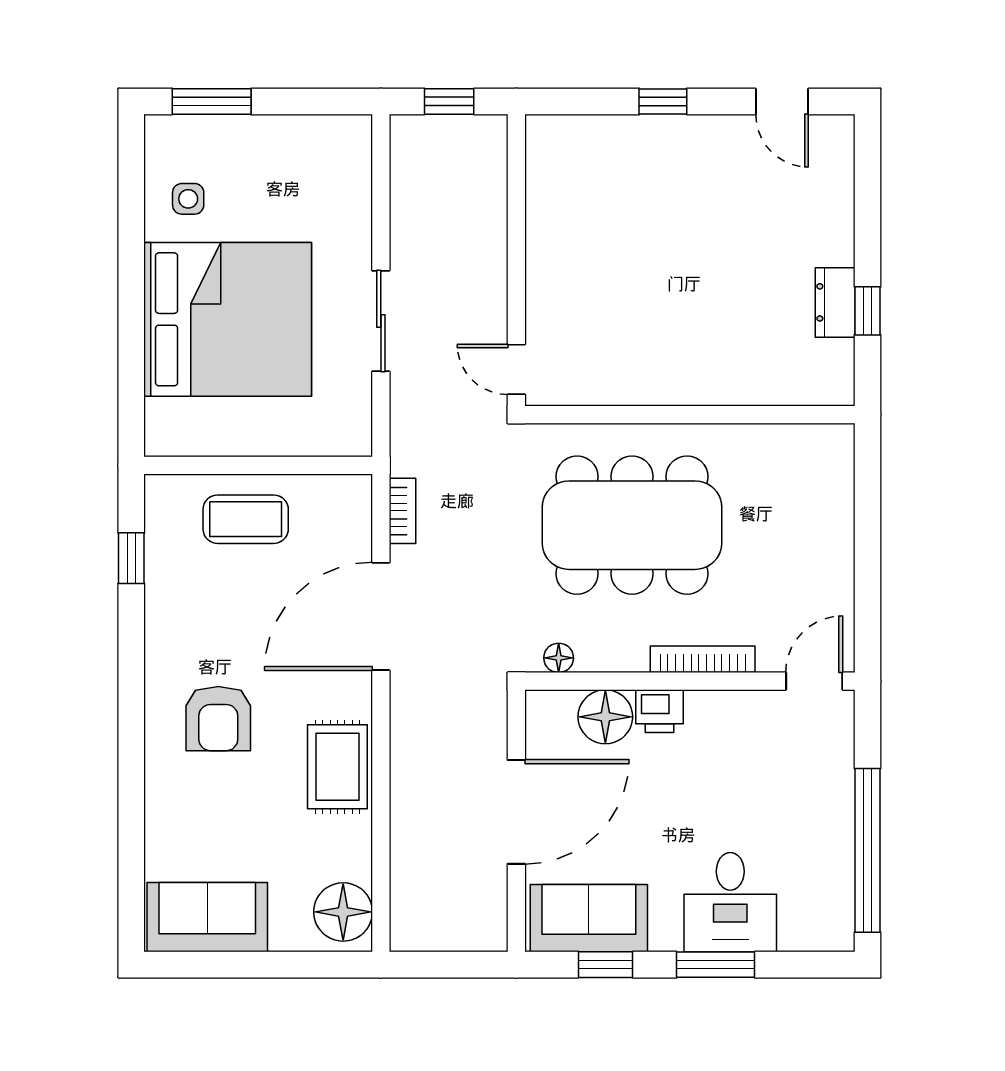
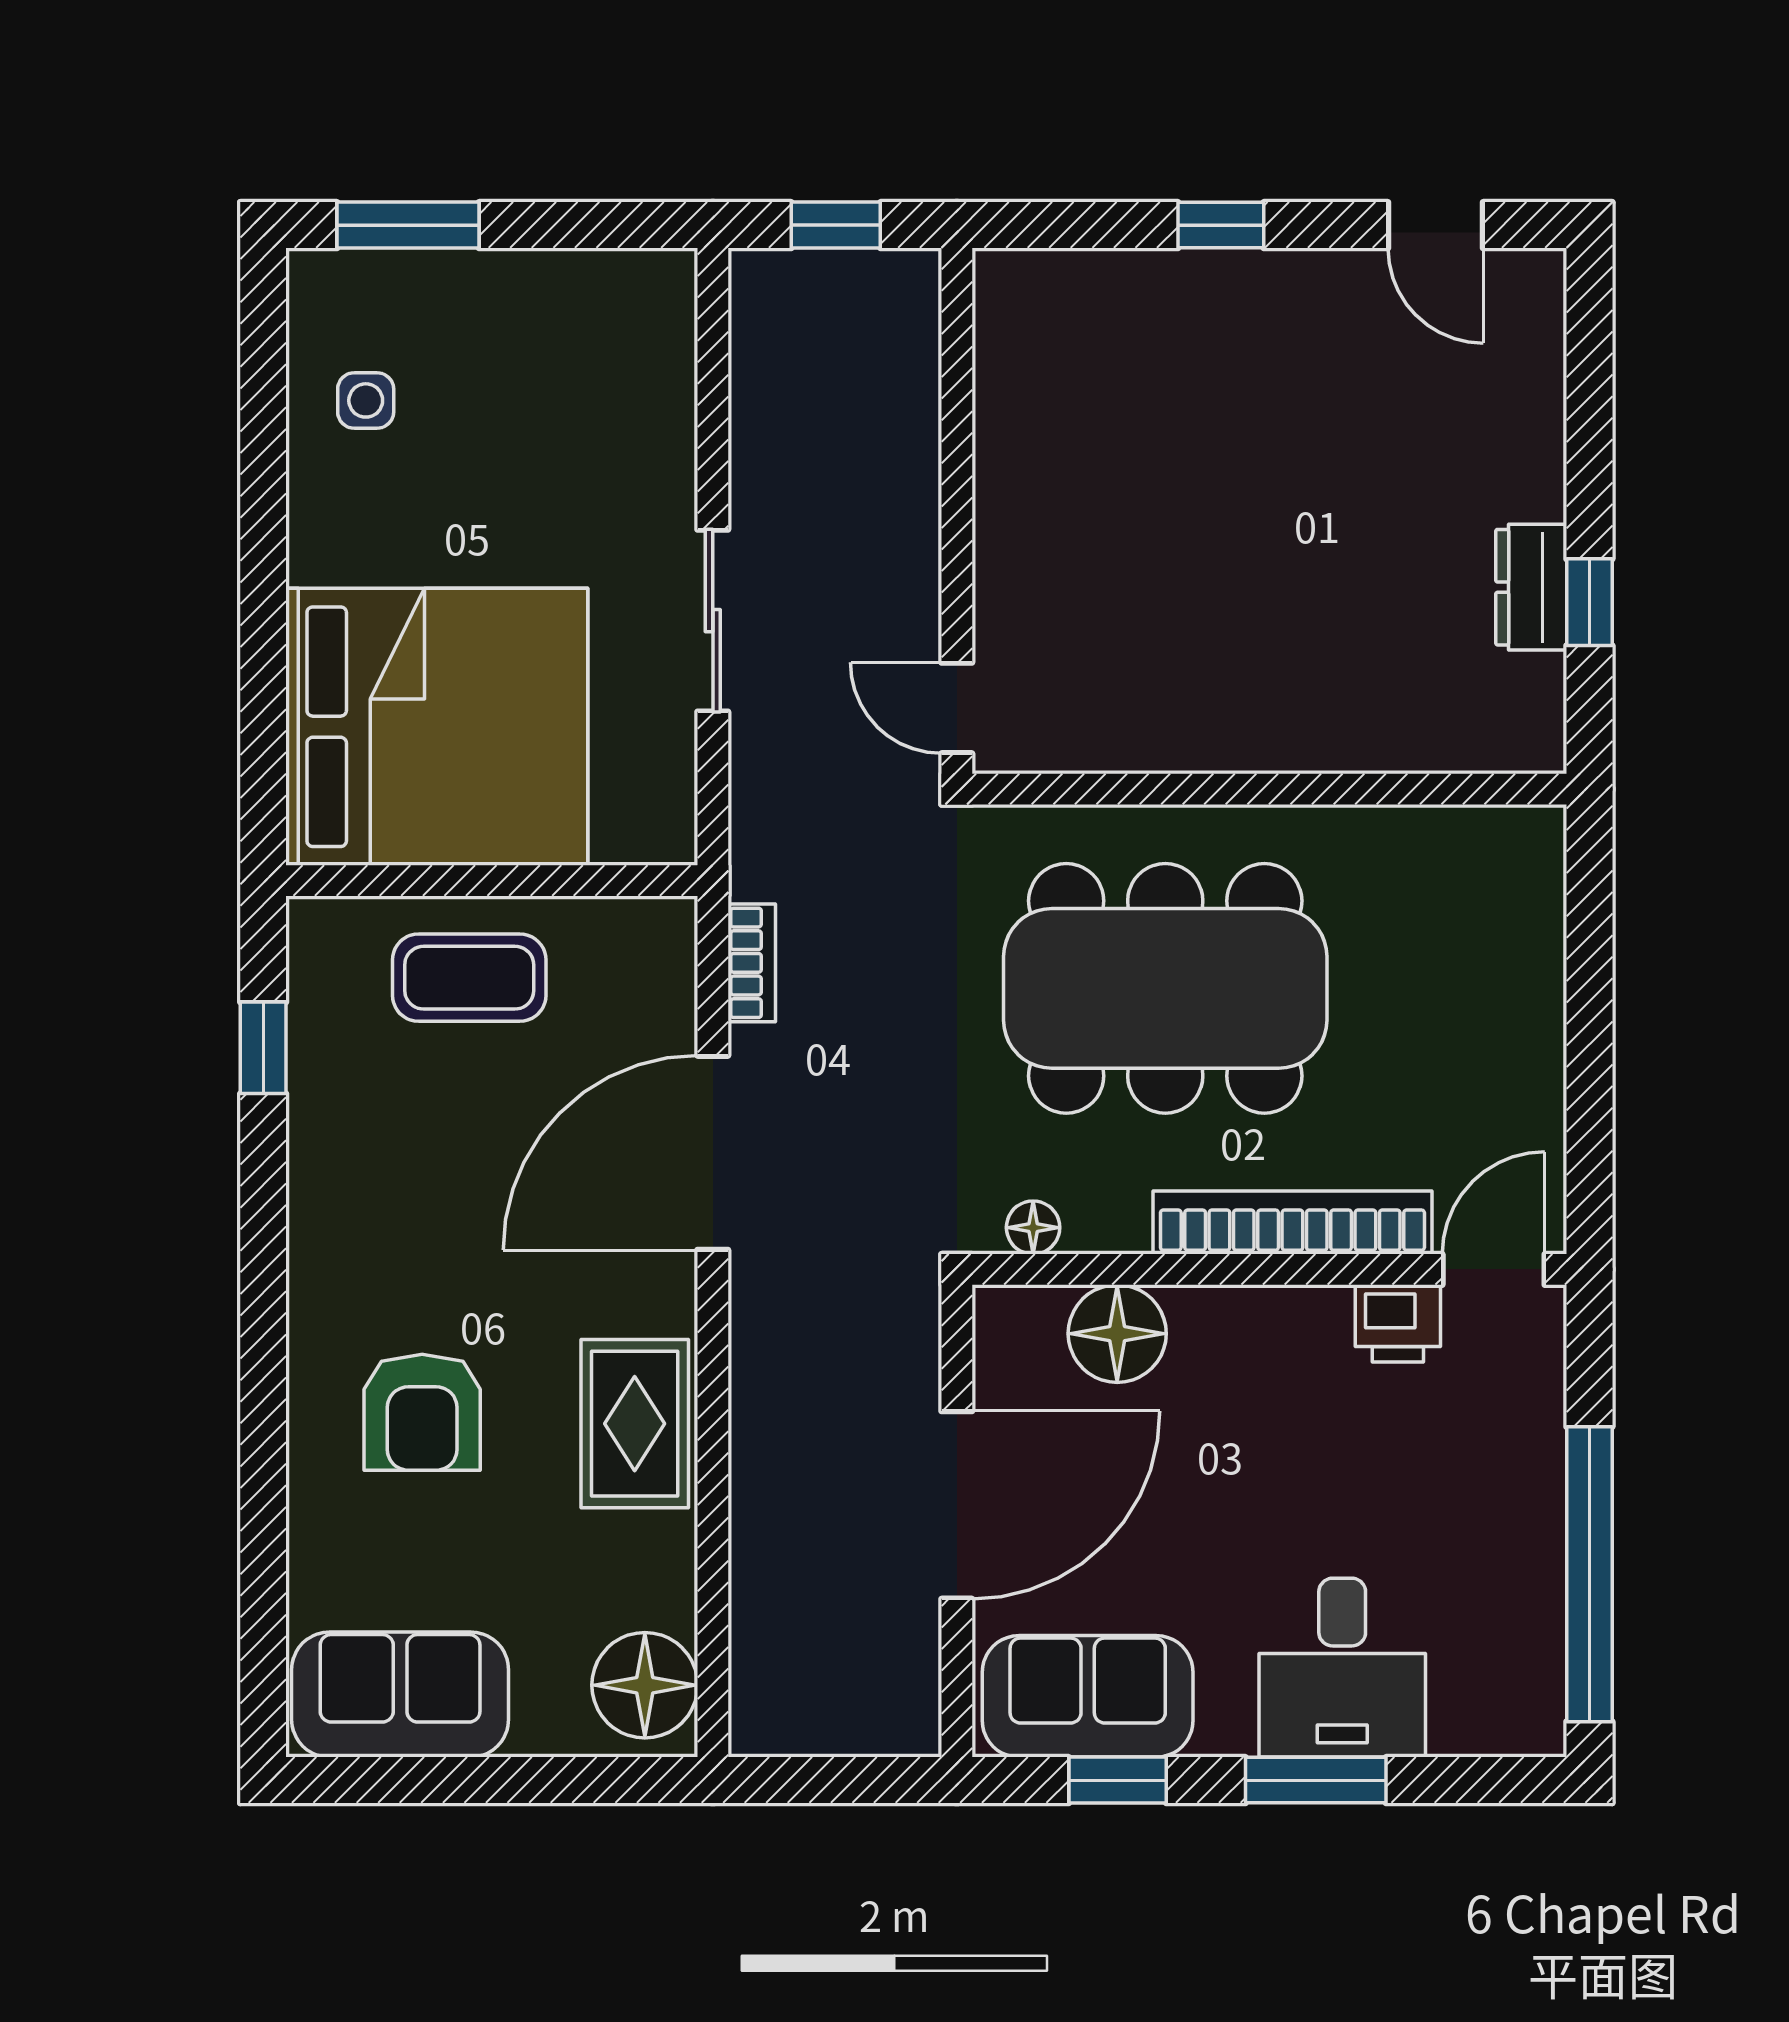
bed: (228, 319) -> (437, 727), moved
bookcase: (703, 659) -> (1292, 1223), width x1.48, depth x1.31
printer: (660, 711) -> (1398, 1323), moved
armchair: (218, 719) -> (422, 1412), moved

